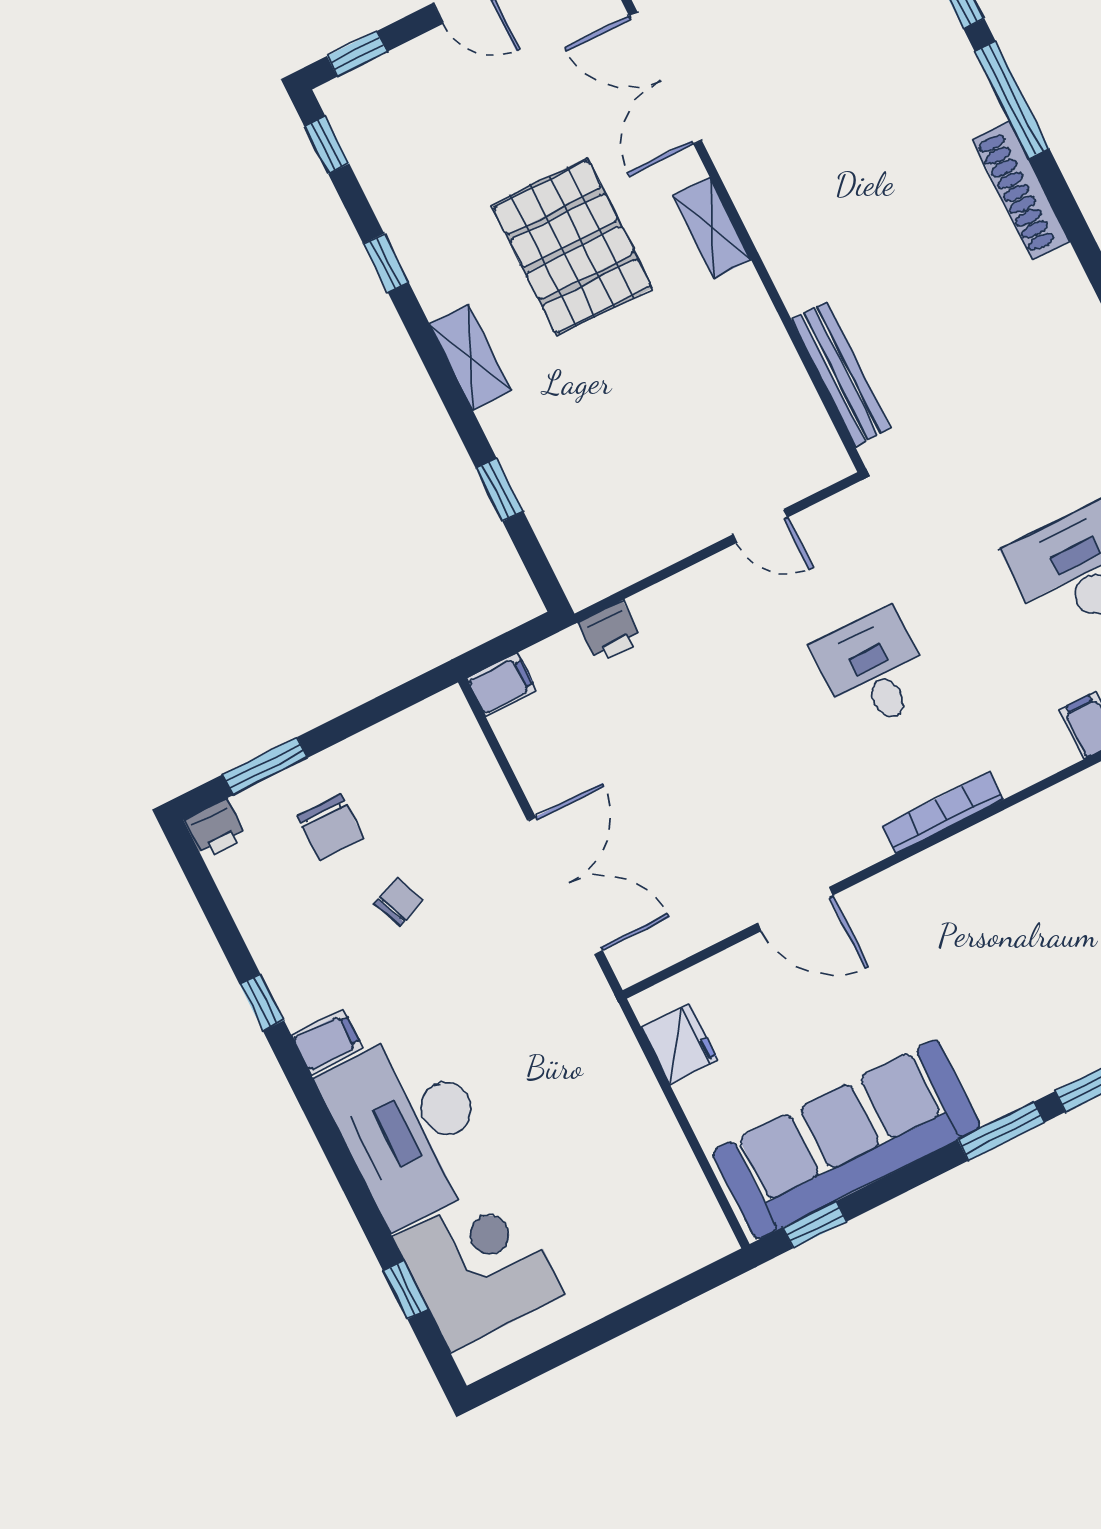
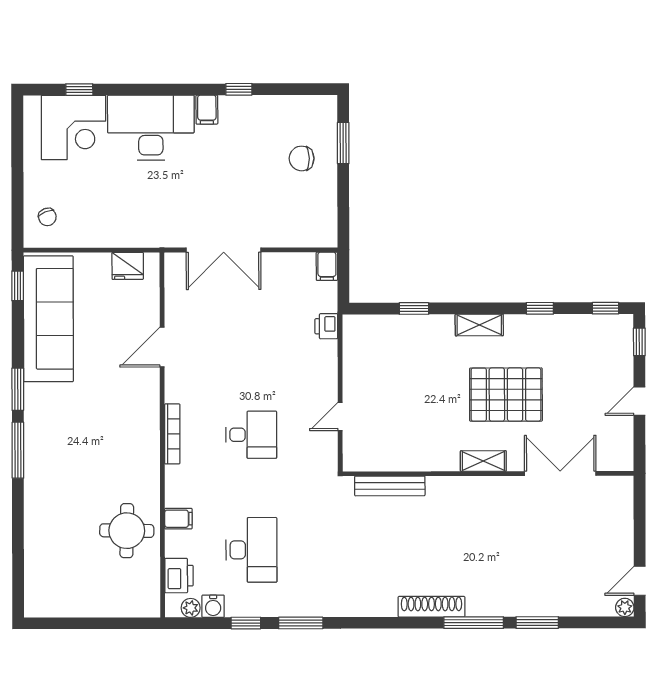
printer: (215, 829) -> (326, 107), removed
chair: (399, 902) -> (47, 217), moved

